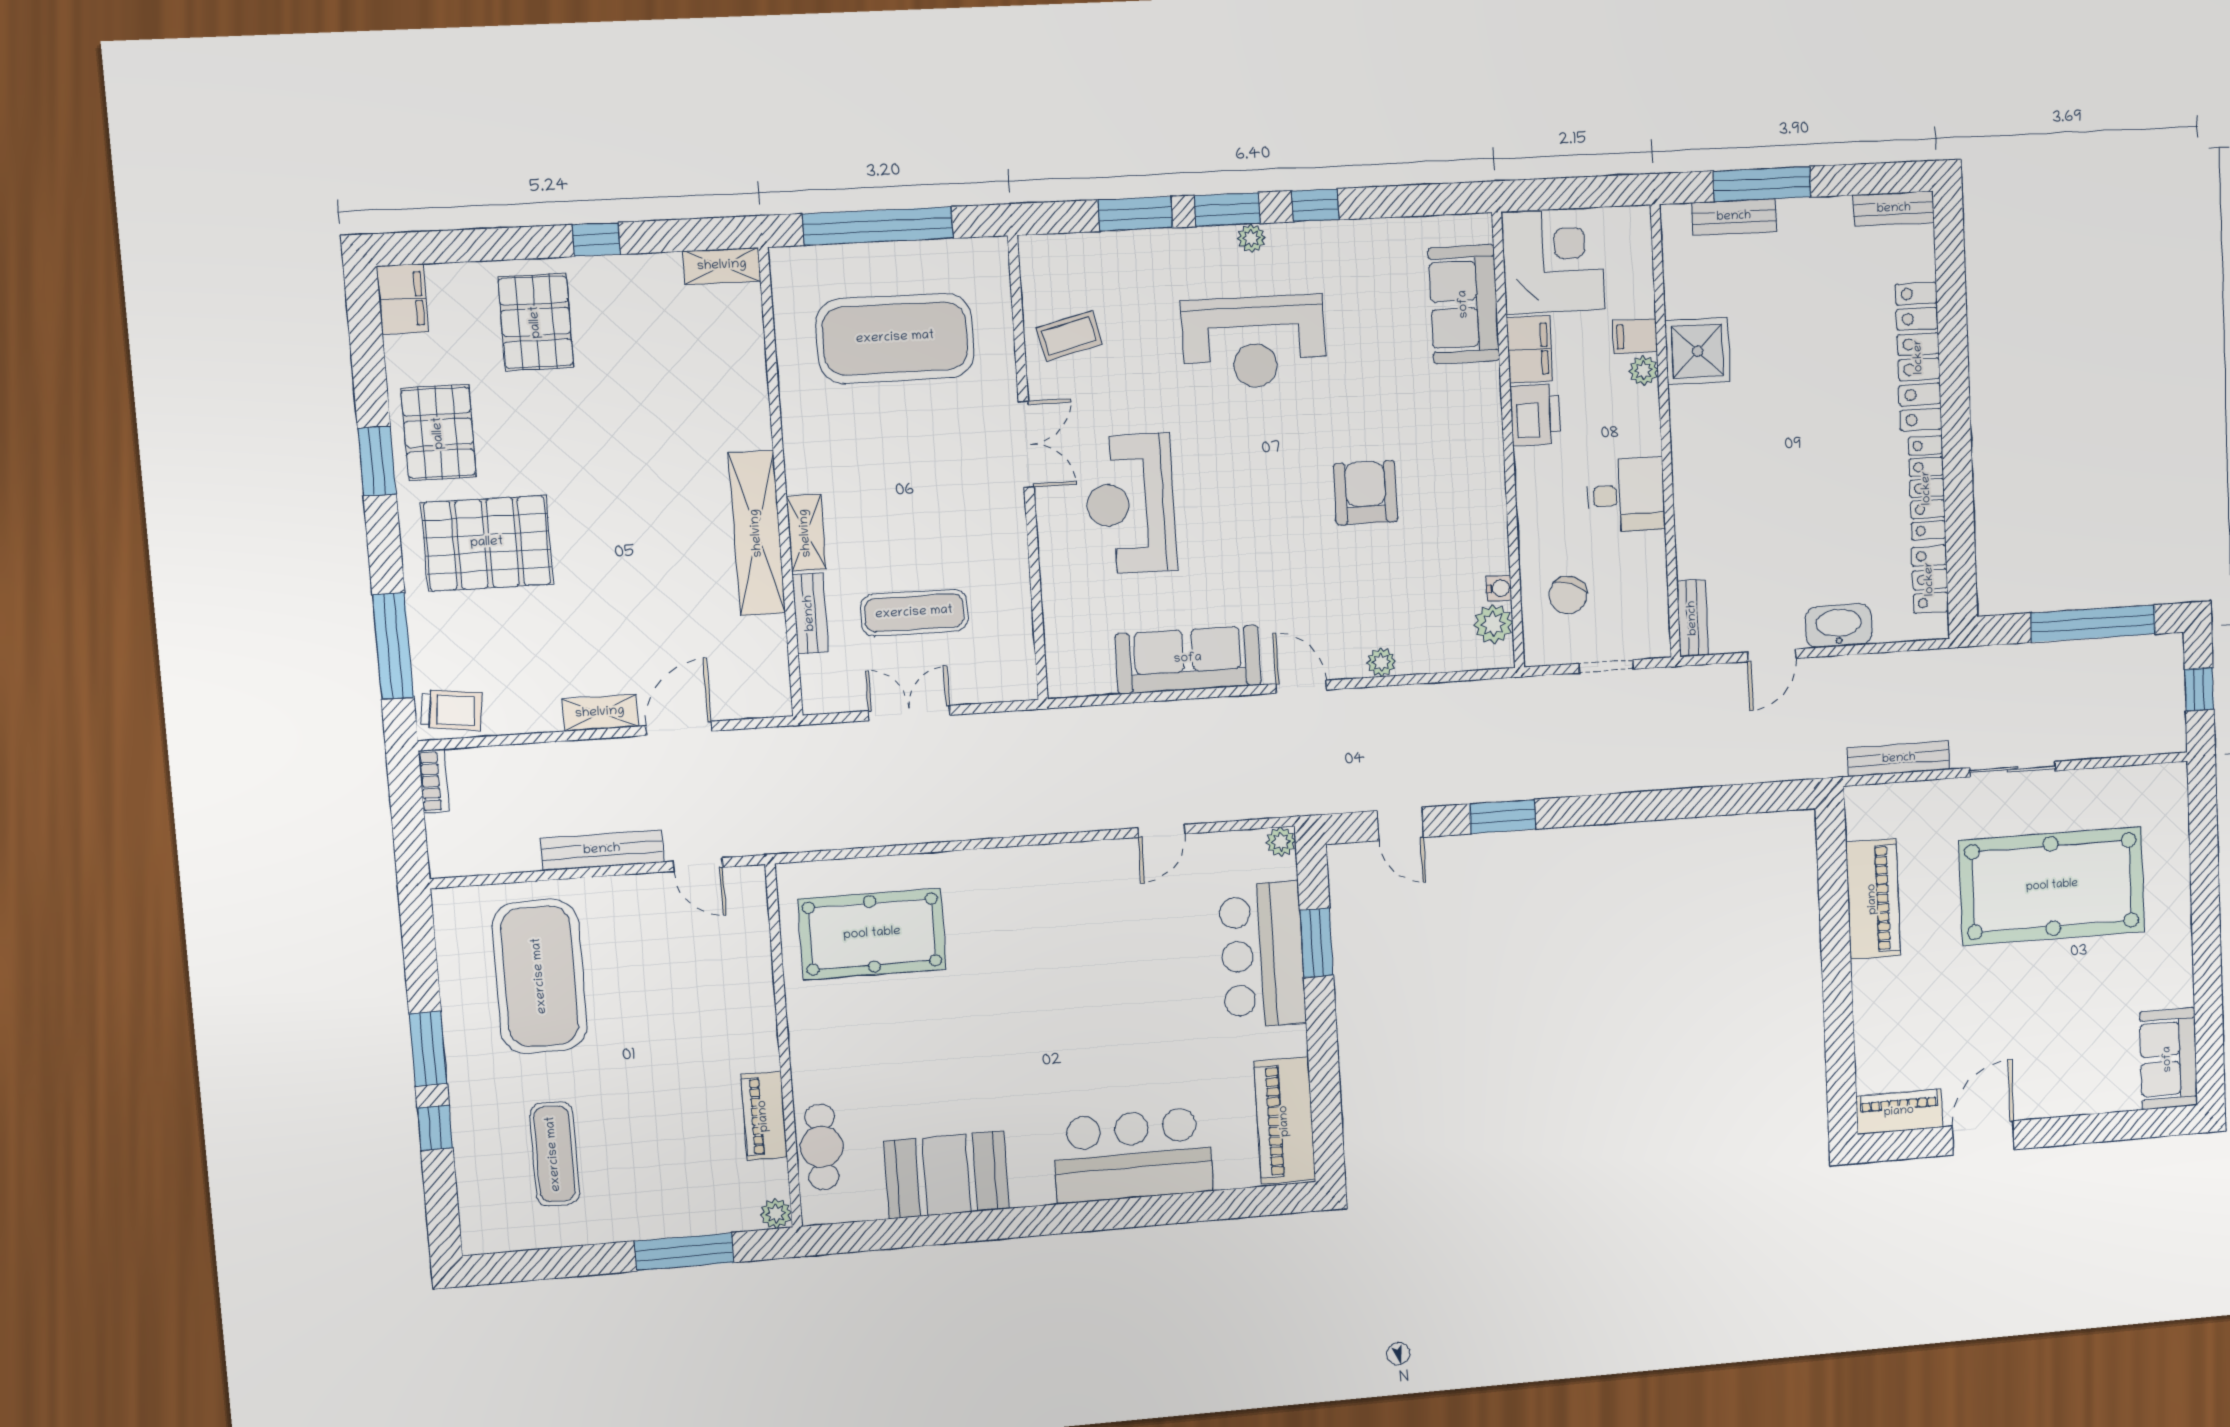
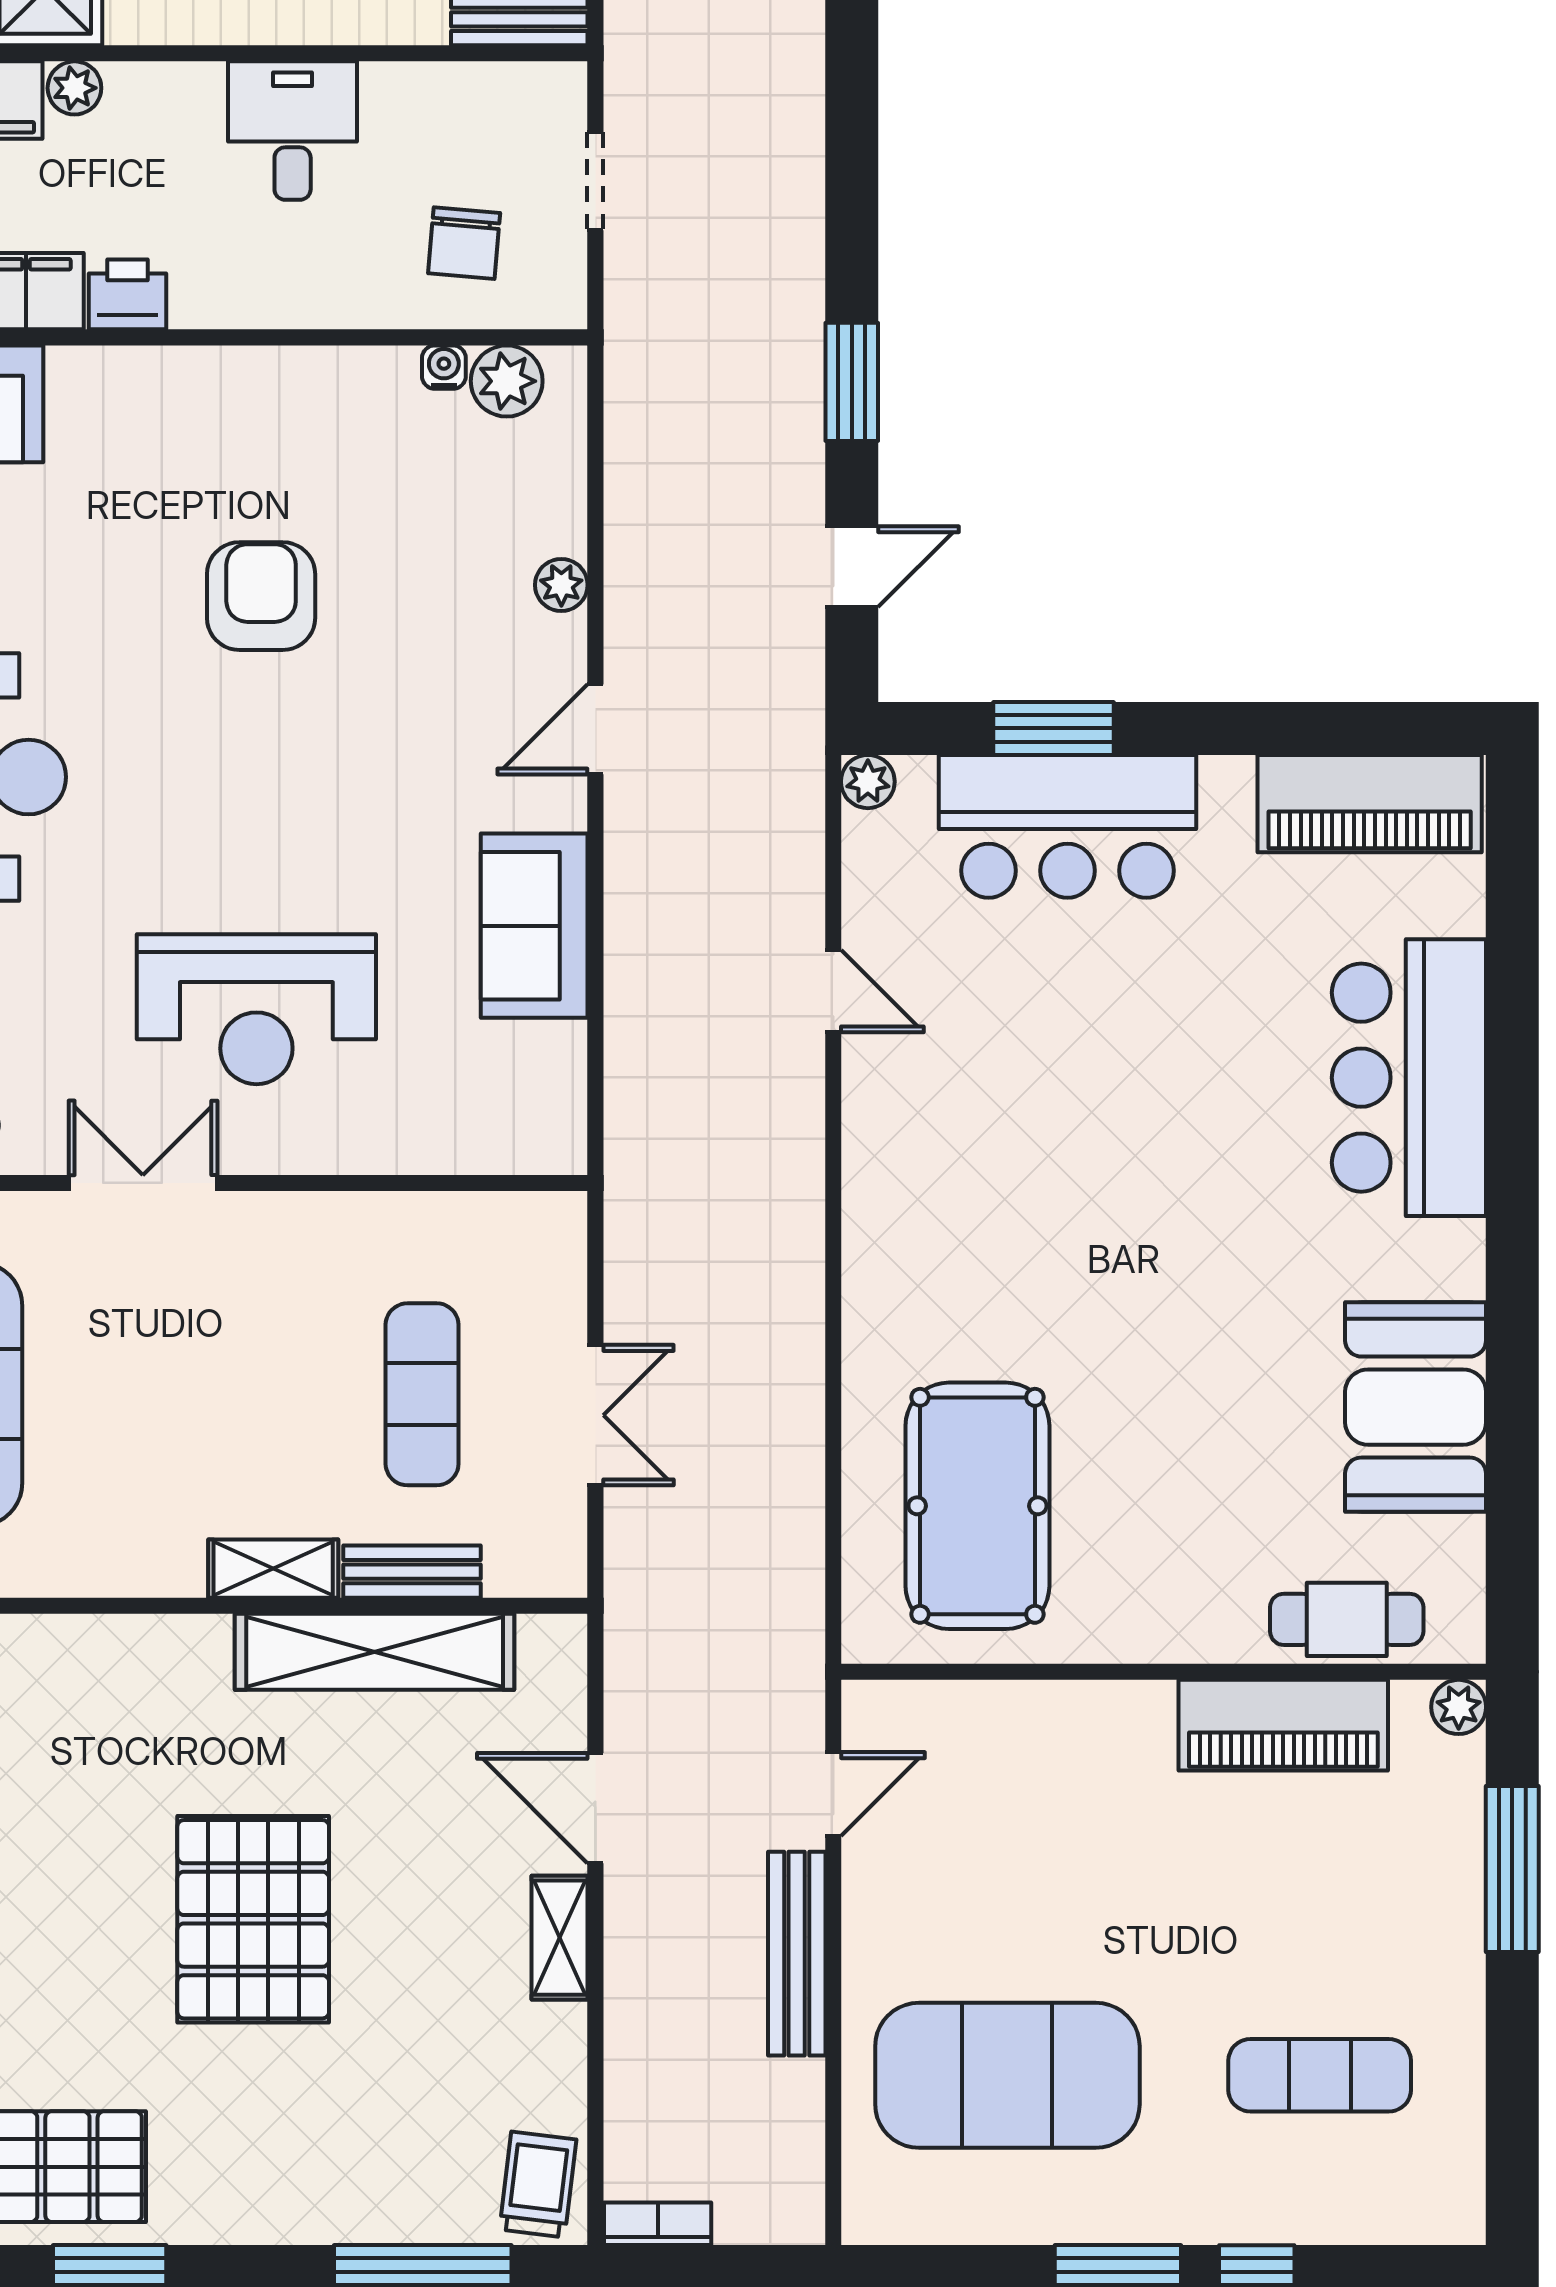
printer: (1536, 415) -> (127, 294), width x0.73, depth x0.81
armchair: (1366, 493) -> (261, 596), turned 90
shelving: (757, 533) -> (375, 1652), moved
pallet: (487, 543) -> (253, 1919), moved
chair: (1568, 595) -> (464, 243), turned 74
sofa: (1188, 659) -> (534, 926), width x0.73
double door: (909, 713) -> (595, 1415), swing flipped
piano: (764, 1116) -> (1283, 1725), width x1.37, depth x1.33

